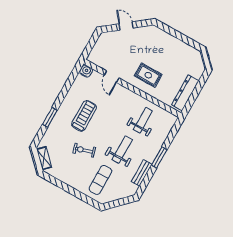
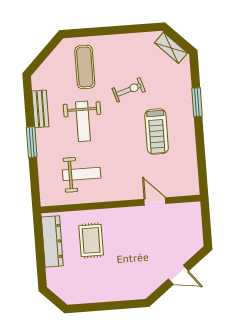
water cooler: (86, 71) -> (190, 188), removed
rug: (148, 75) -> (91, 240), moved, turned 90
weight bench: (143, 120) -> (82, 174), turned -90

